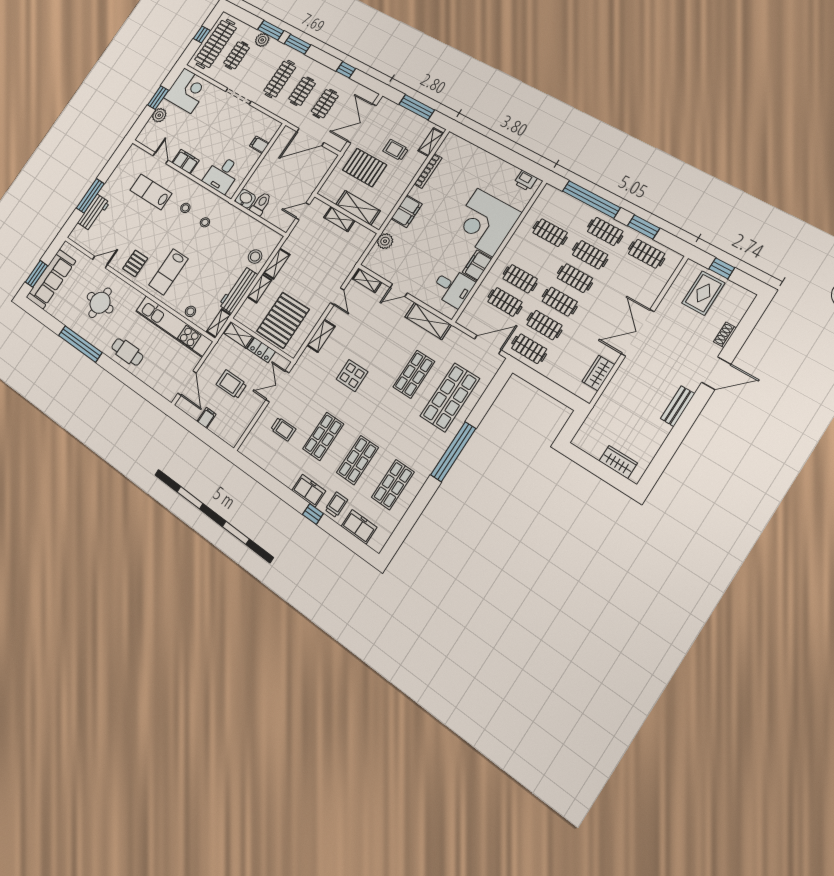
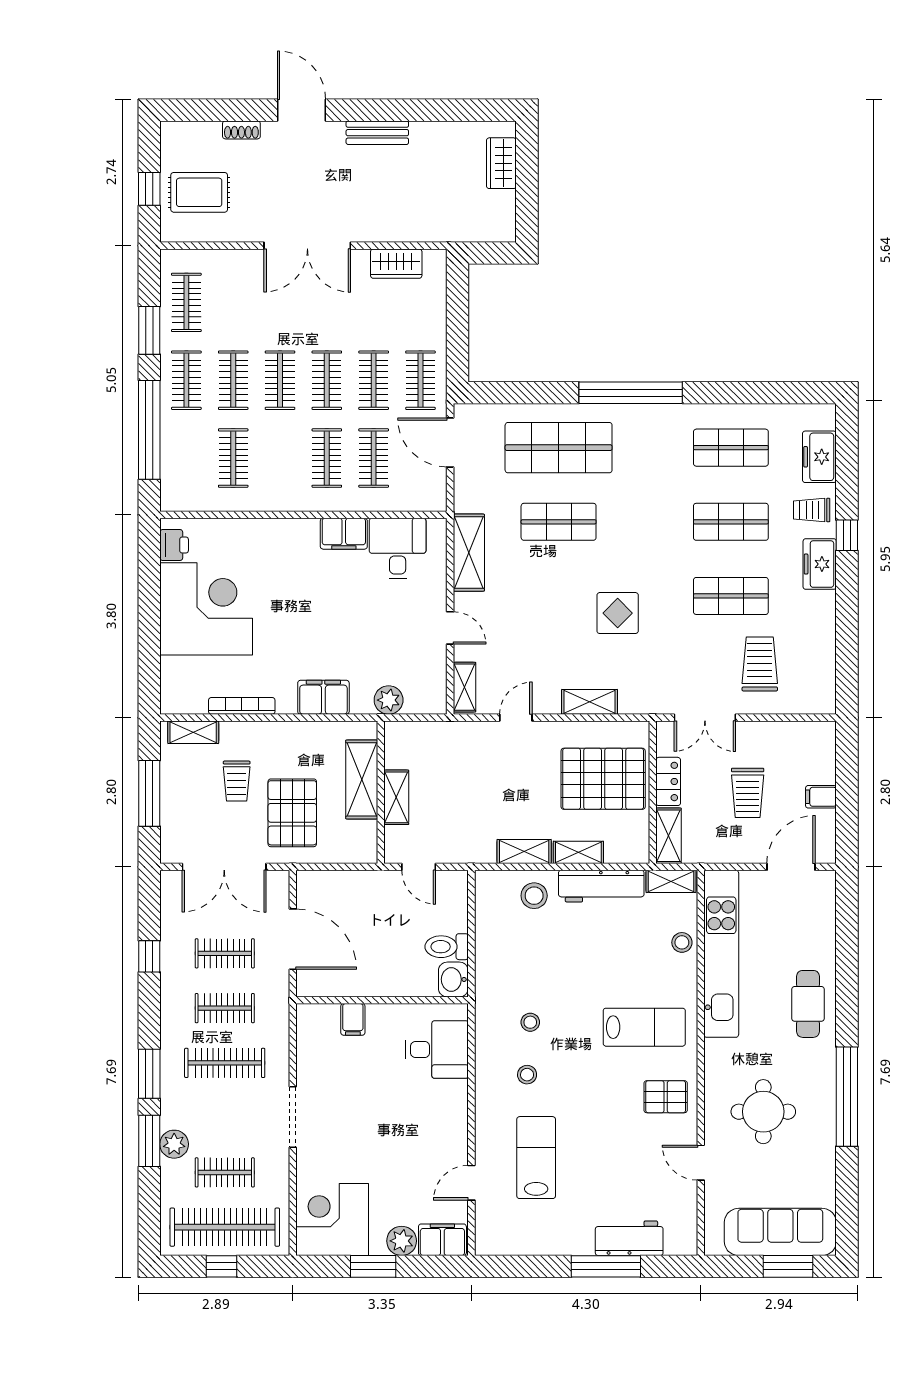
filing cabinet: (185, 162) -> (442, 1240), moved, turned 90
lab bench: (151, 192) -> (536, 1158), turned 180
corner desk: (485, 222) -> (206, 609), moved, turned -90
trolley: (283, 429) -> (760, 664), width x1.36, depth x1.39

